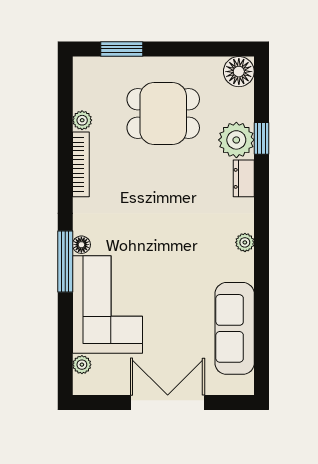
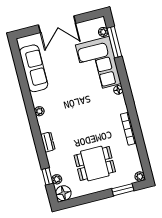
plant: (82, 120) -> (140, 177), moved
window: (262, 138) -> (47, 176), moved
plant: (236, 140) -> (57, 179), moved, width x0.53, depth x0.53
window: (65, 261) -> (114, 42), moved

